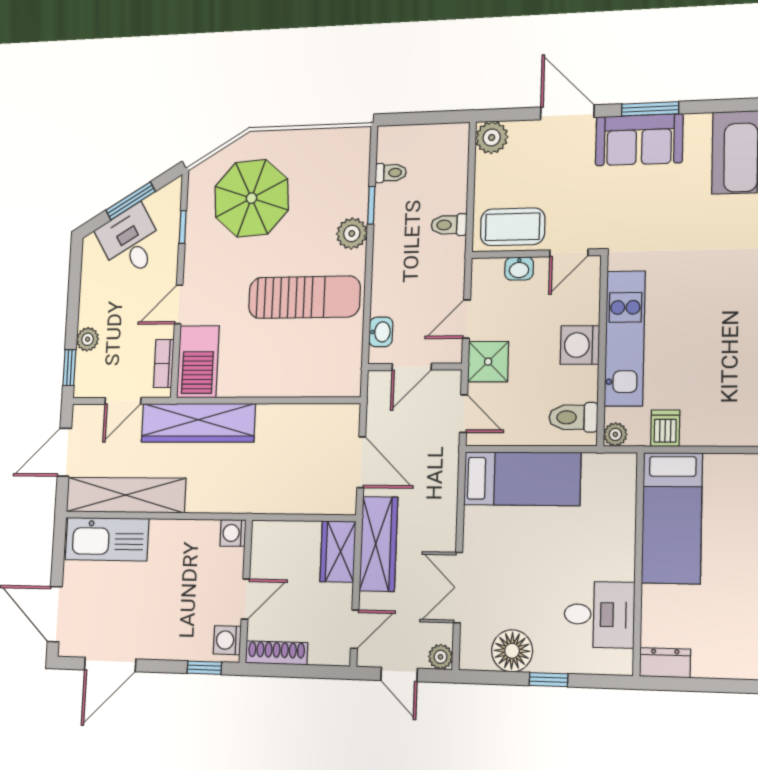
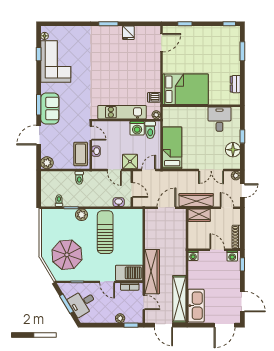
washing machine: (580, 345) -> (137, 128), moved
bed: (672, 518) -> (185, 89), width x1.50
dresser: (665, 663) -> (235, 84), moved

